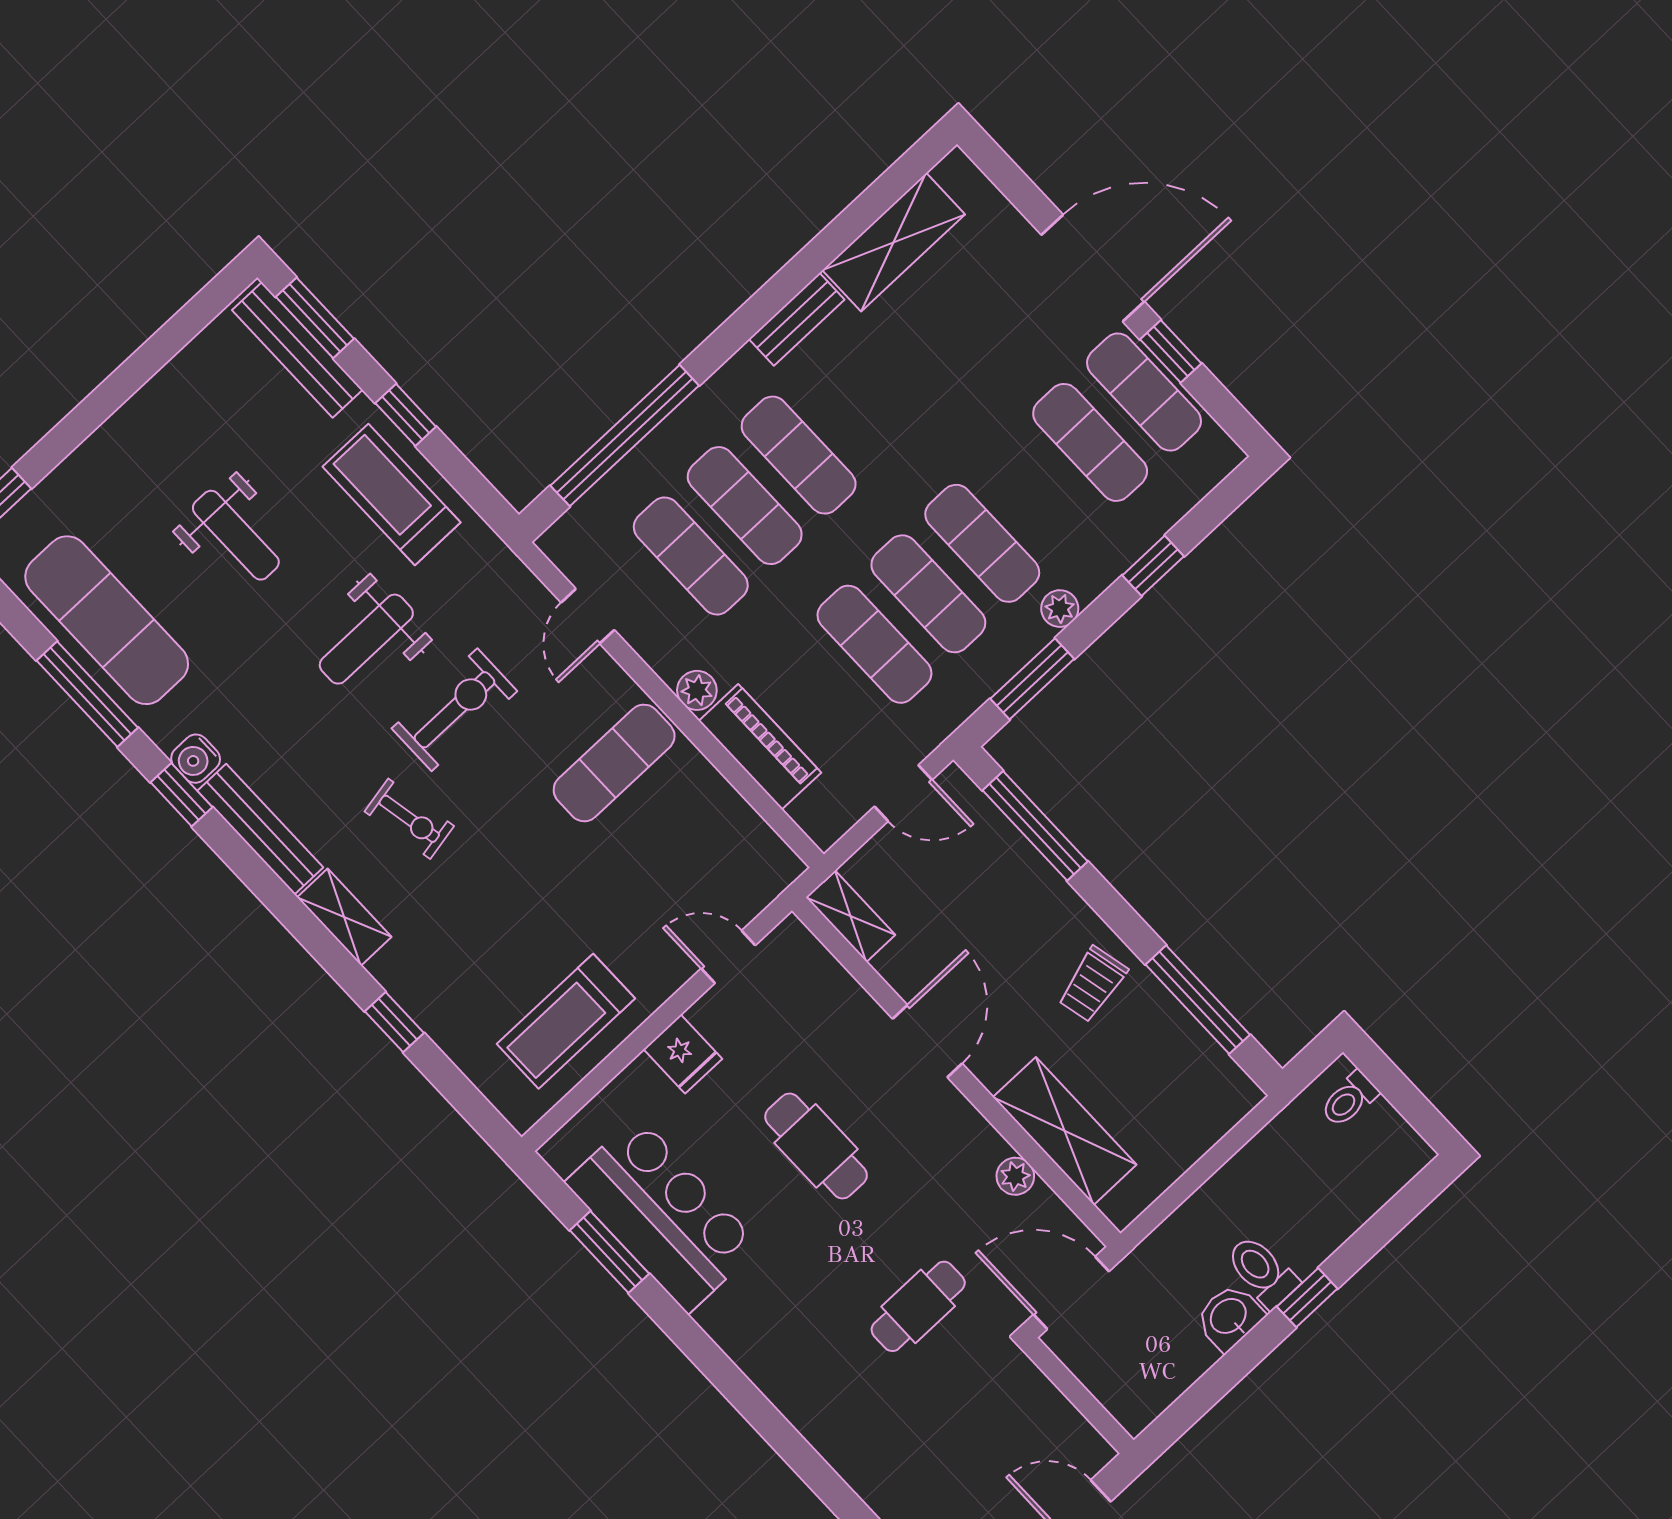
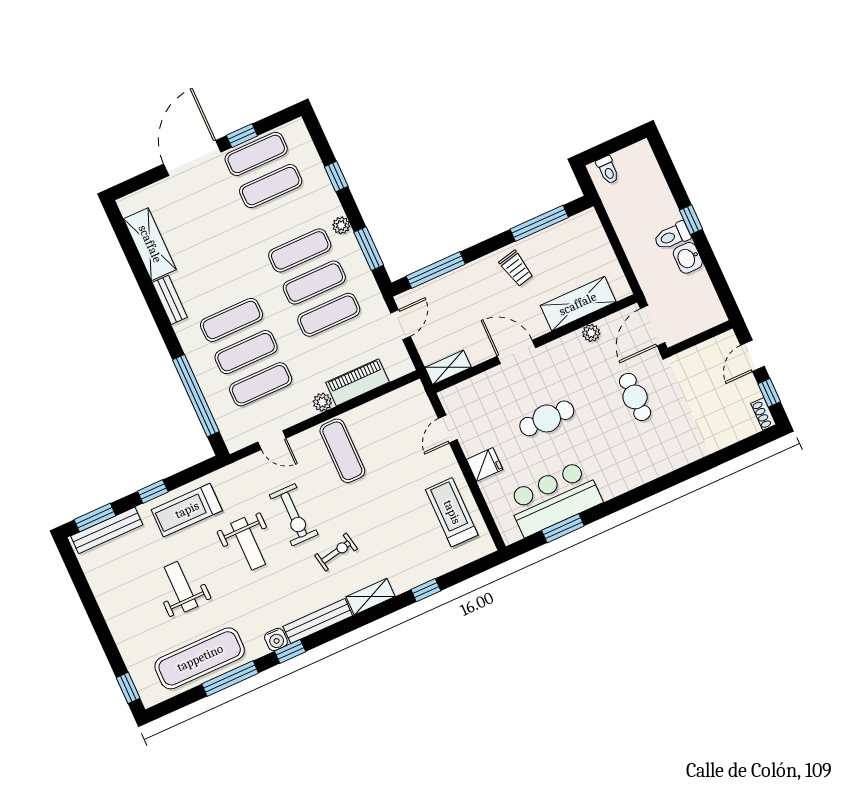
weight bench: (236, 535) -> (181, 587), turned -90
exercise bike: (454, 710) -> (294, 515), turned 180
treadmill: (566, 1021) -> (452, 512), turned 180

